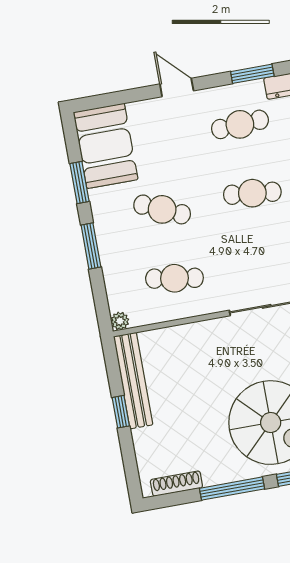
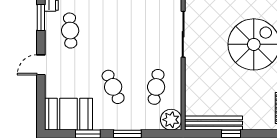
cafe table: (252, 193) -> (113, 31), removed
cafe table: (162, 209) -> (113, 87), turned -48
plant: (120, 321) -> (171, 120), width x1.88, depth x1.88

